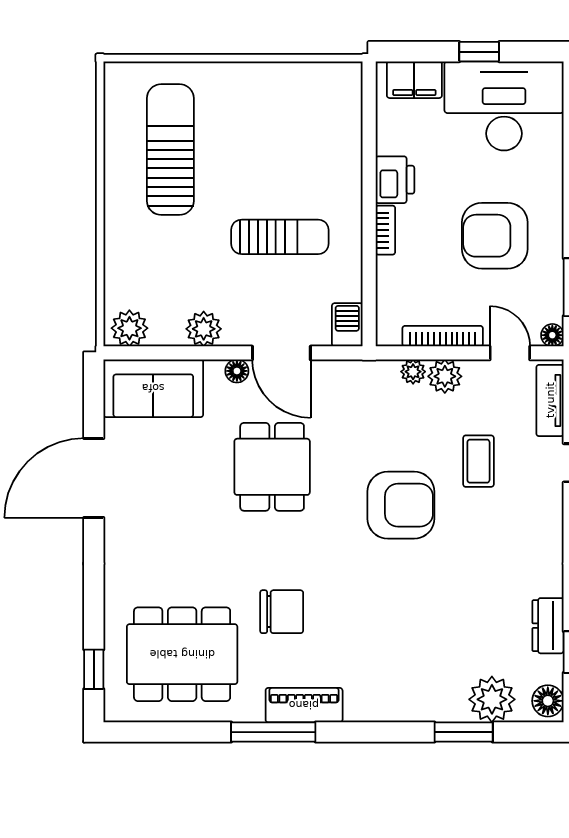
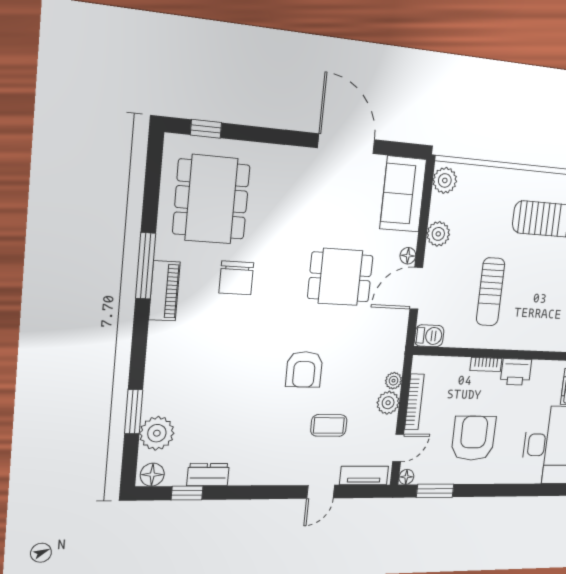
armchair: (401, 505) -> (304, 369), width x0.73, depth x0.73

